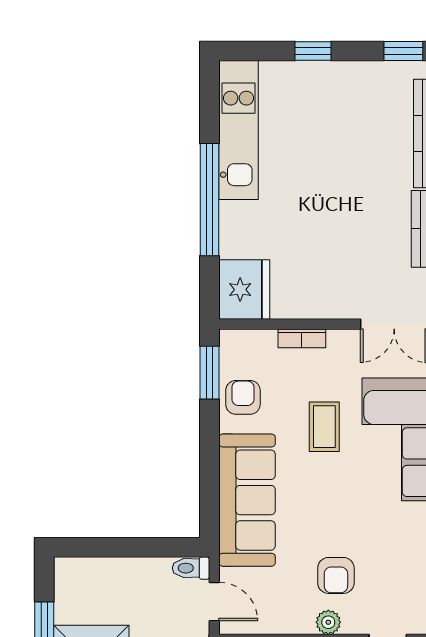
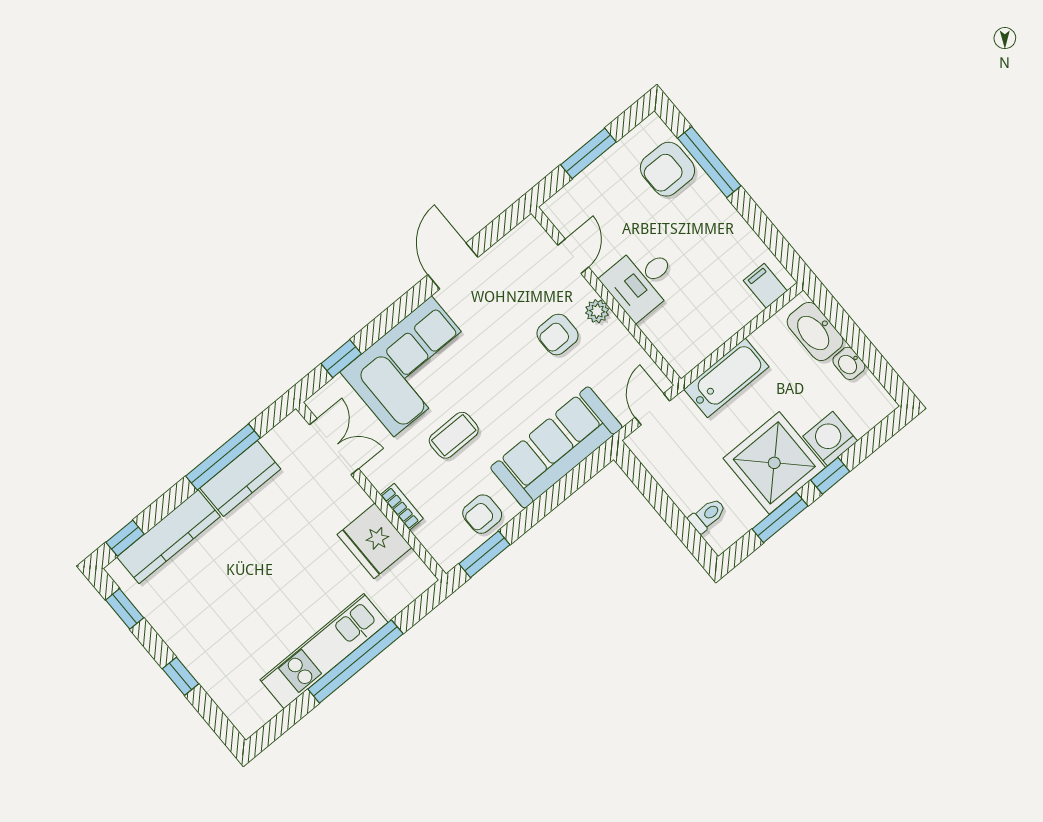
kitchen unit: (239, 130) -> (324, 651), moved
fridge: (244, 290) -> (374, 541), moved, turned -90
toilet: (191, 568) -> (707, 515), moved, turned -90
armchair: (336, 575) -> (557, 334), turned 180

